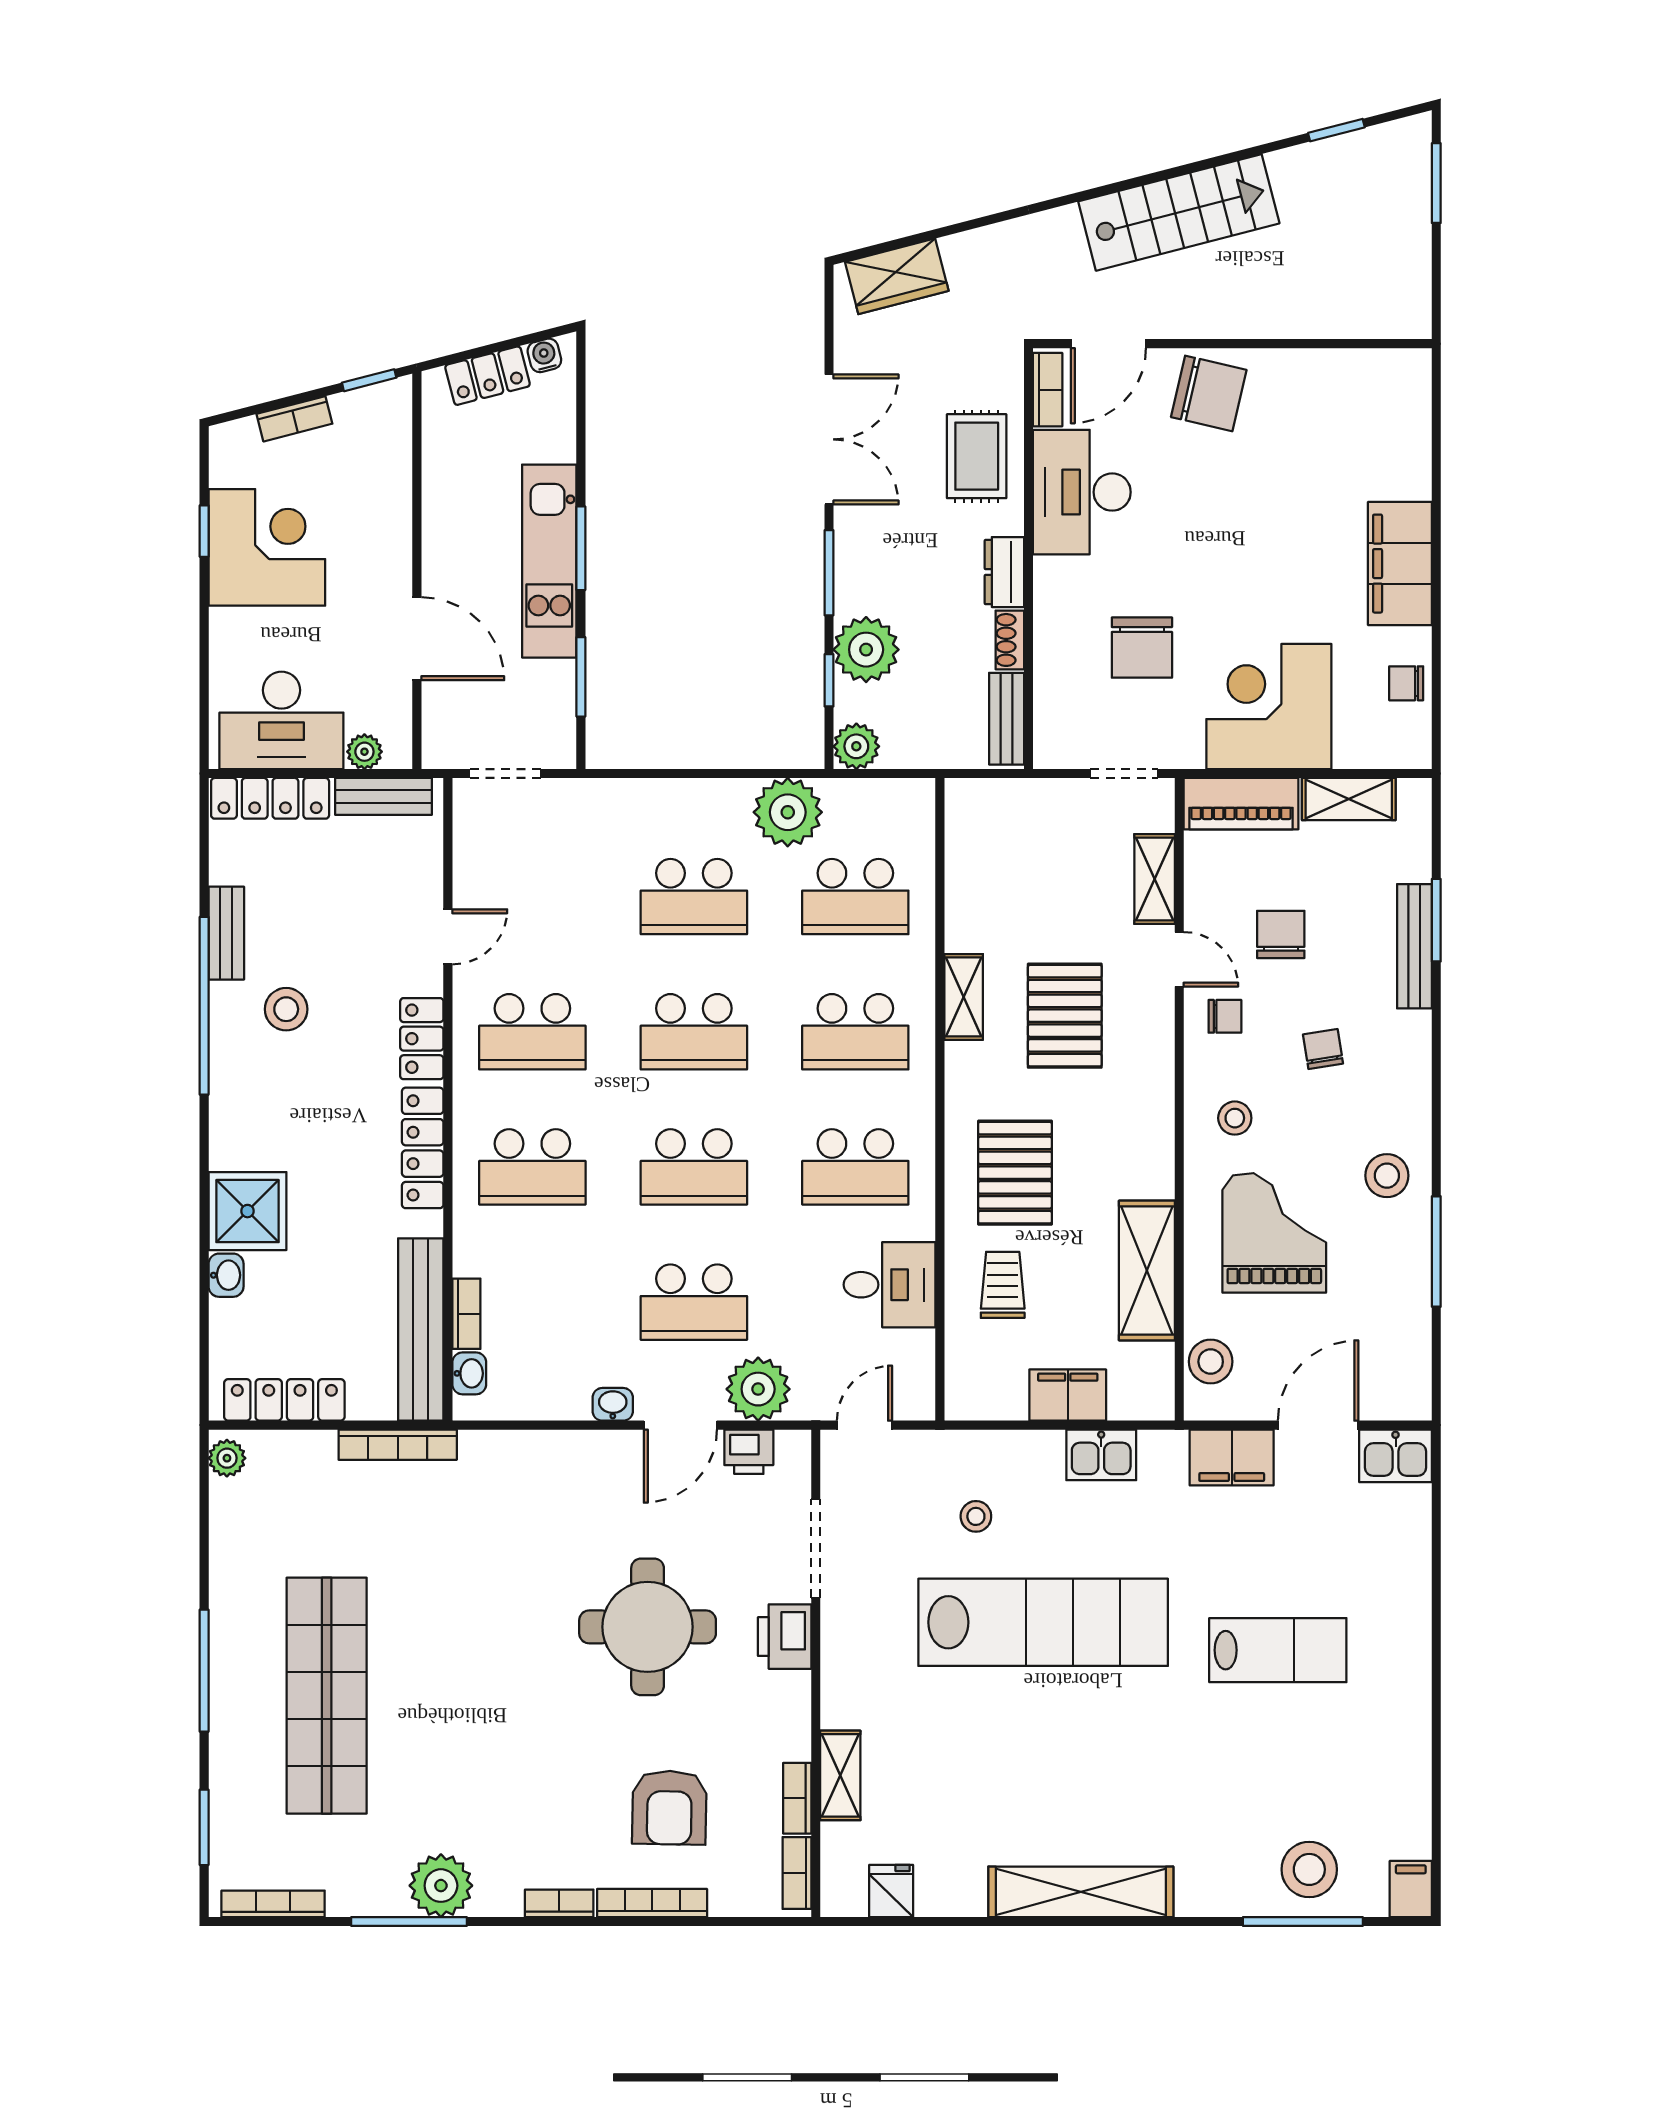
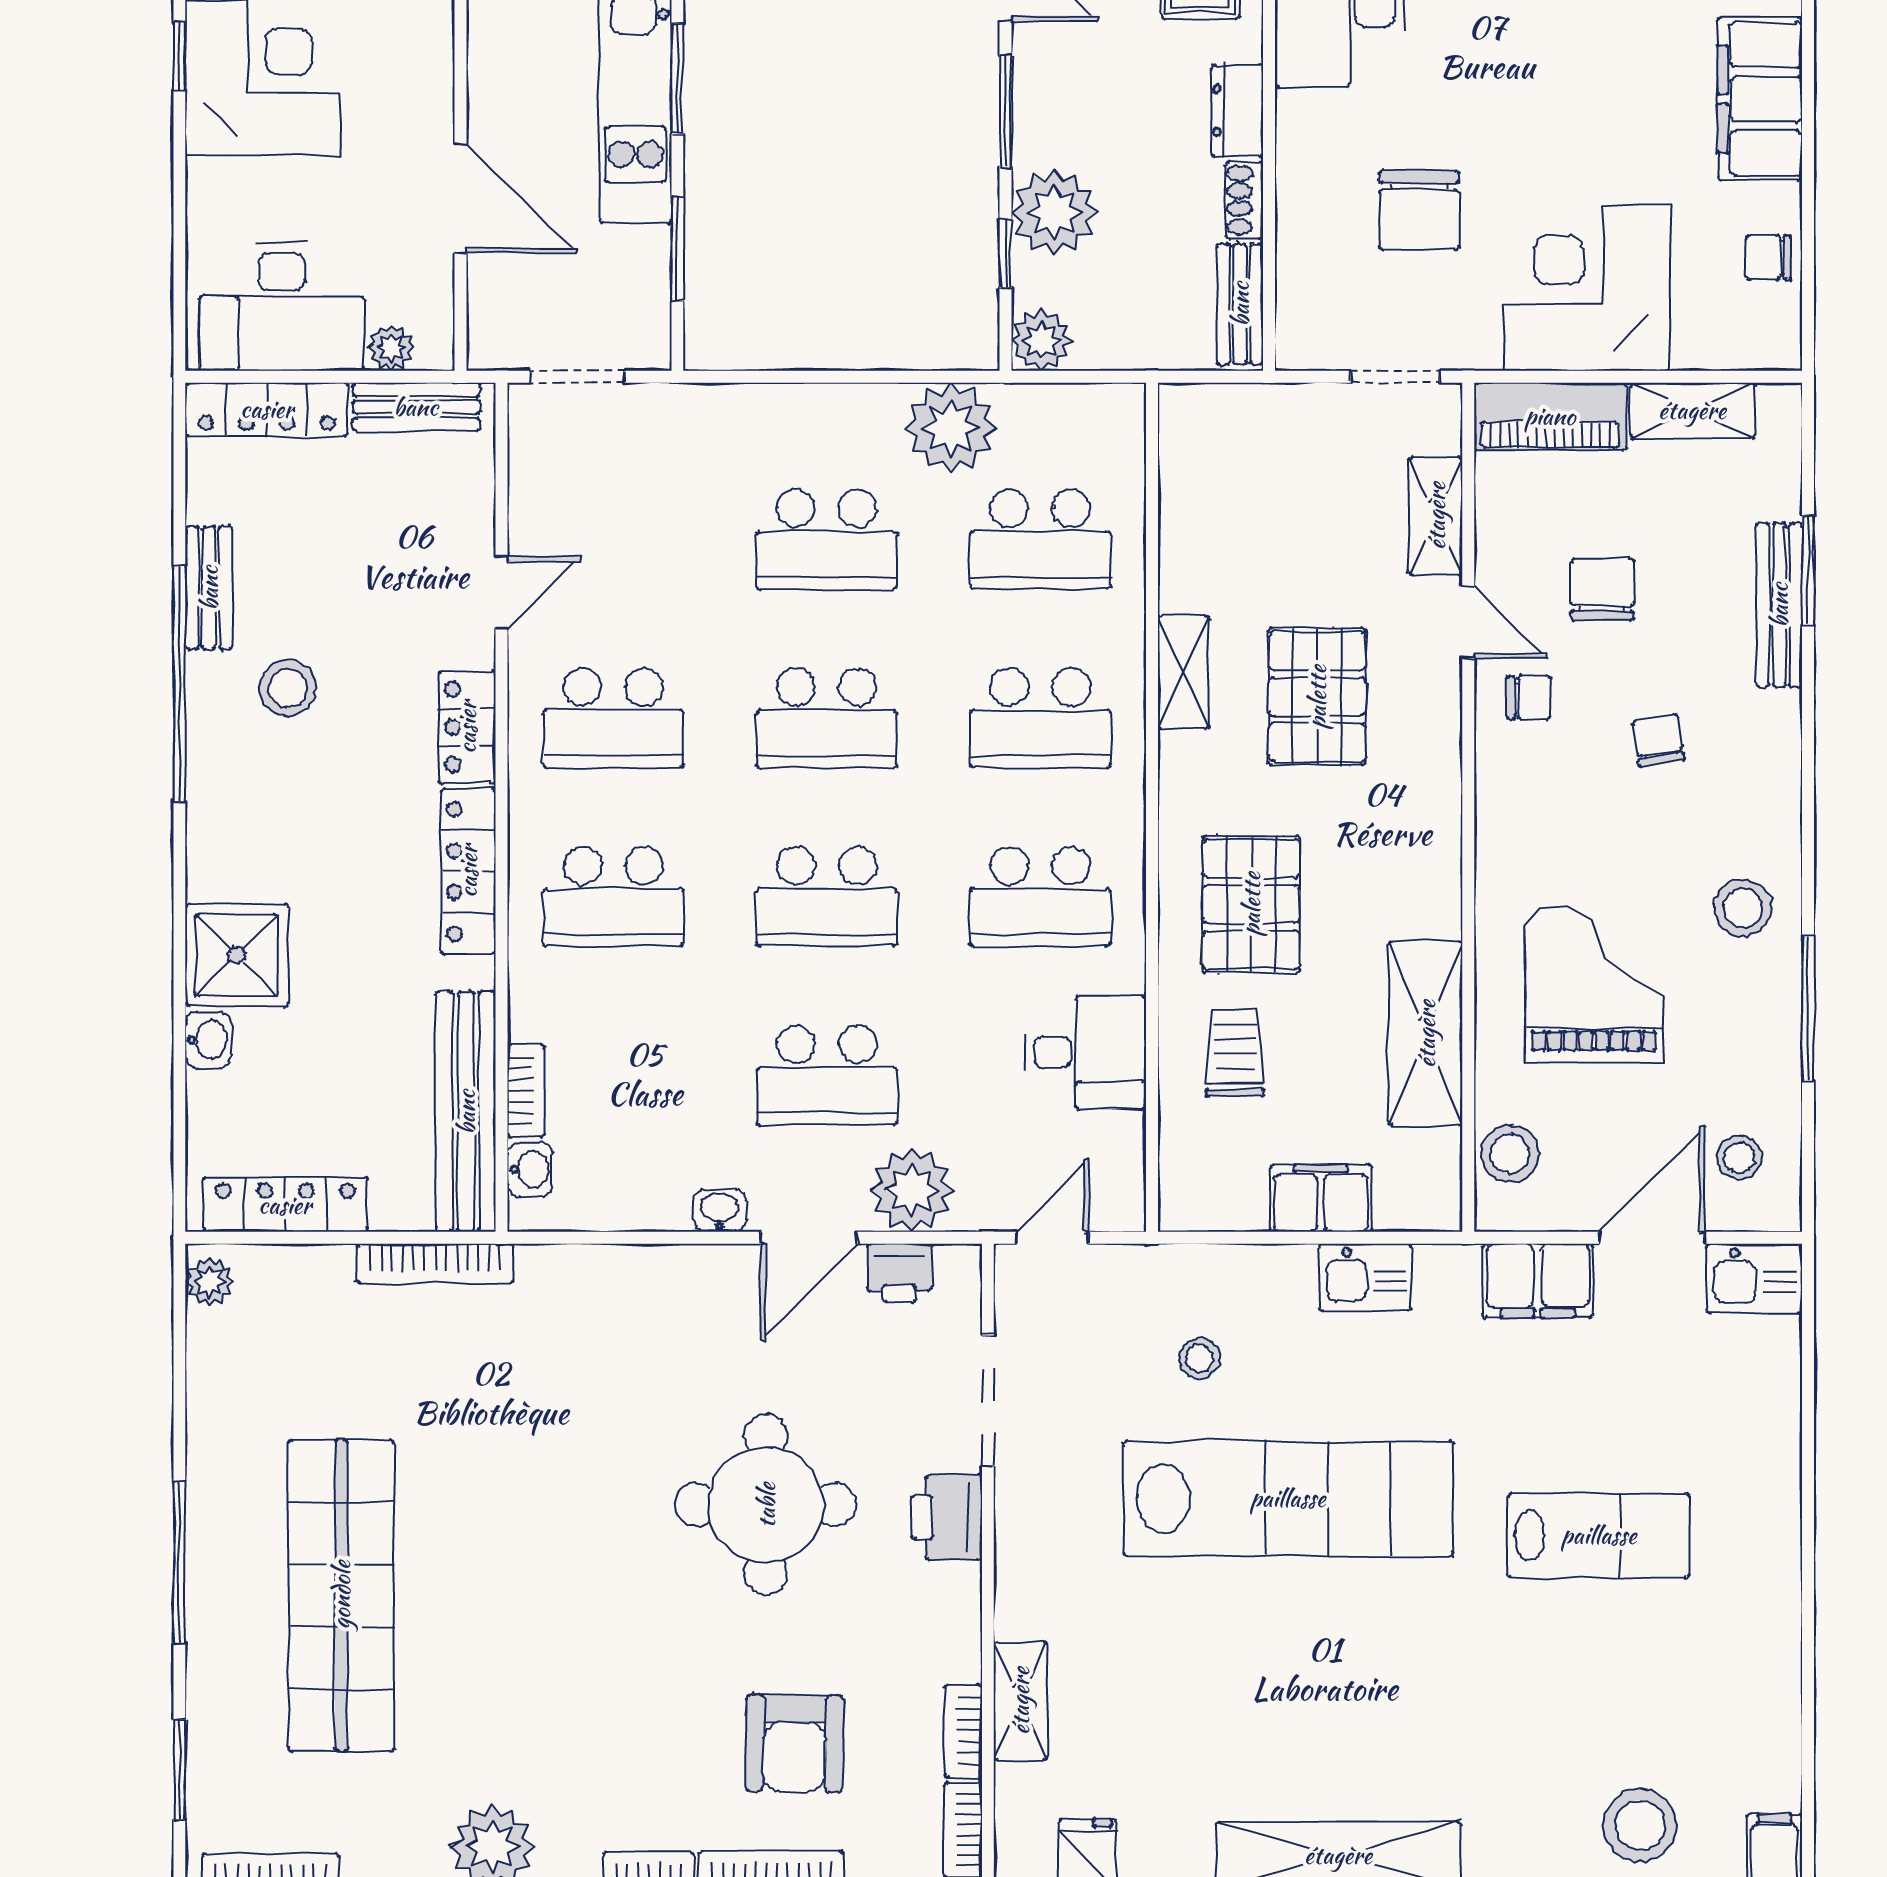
stool: (1235, 1118) -> (1739, 1158), moved

